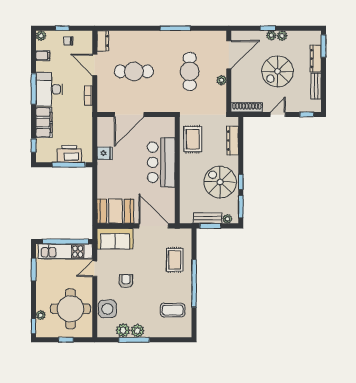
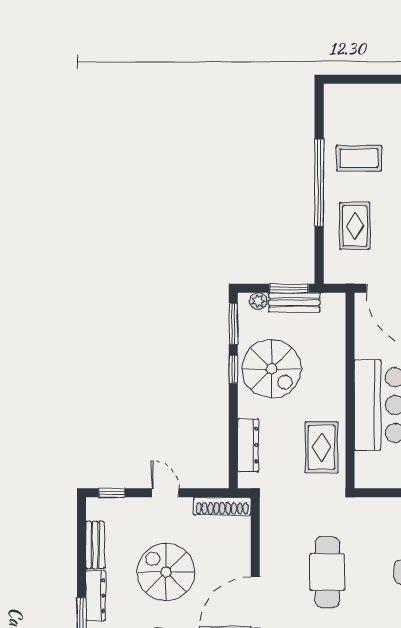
spiral stairs: (277, 71) -> (166, 572), turned -90
plant: (221, 80) -> (269, 556), removed
door: (278, 115) -> (165, 493), swing flipped
coffee table: (173, 310) -> (359, 158), moved

